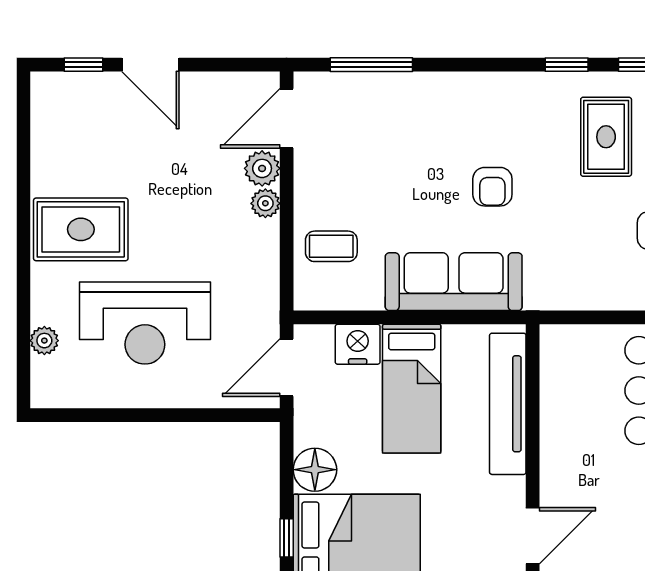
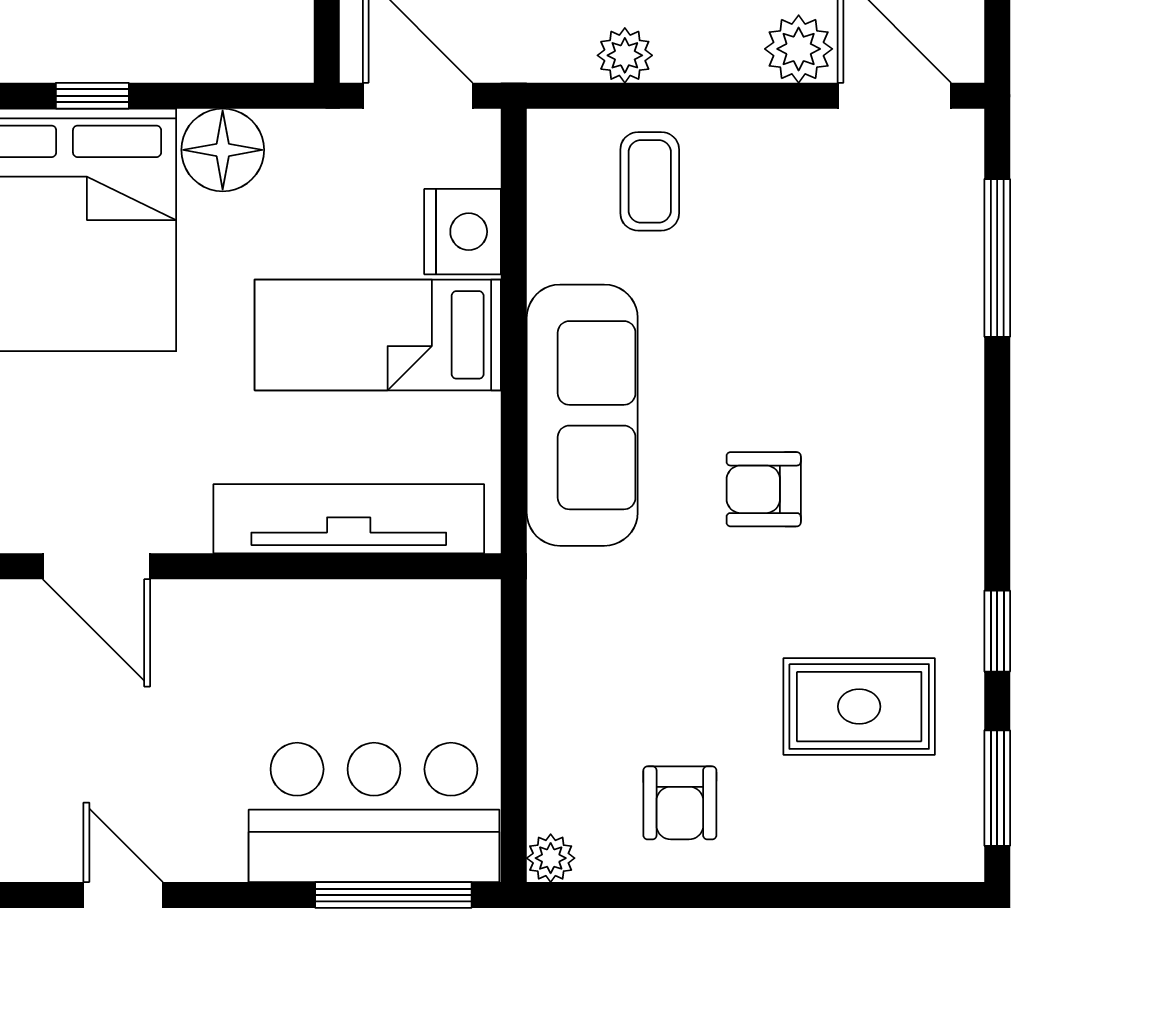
plant: (265, 203) -> (625, 55), moved

